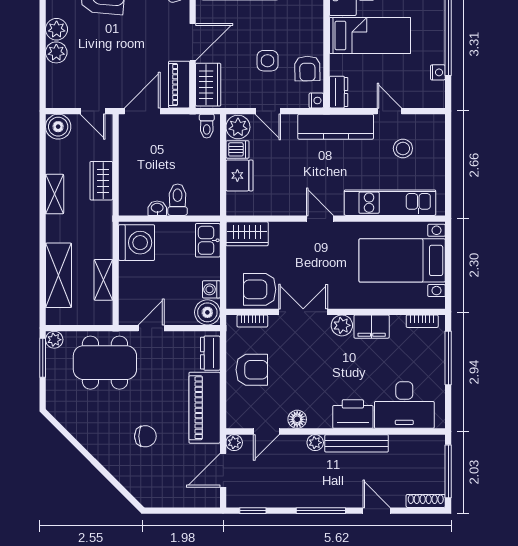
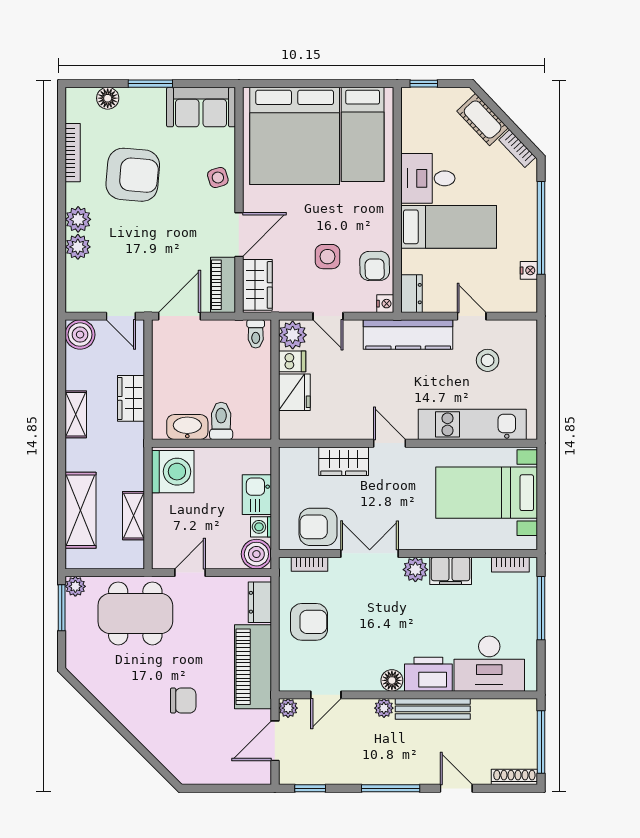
washbasin: (157, 208) -> (187, 427), width x1.91, depth x1.45
wardrobe: (247, 234) -> (344, 461), moved
kitchen sink: (208, 240) -> (257, 495), moved
floor lamp: (297, 419) -> (392, 680), moved

